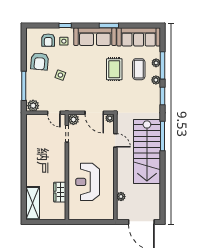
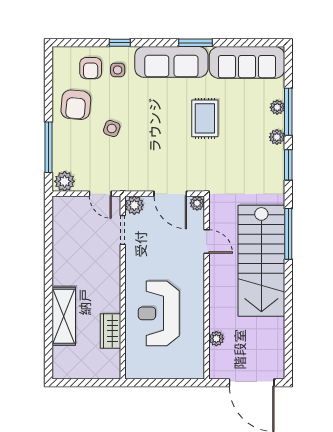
coffee table: (139, 69) -> (247, 118), removed
shelving: (33, 203) -> (64, 316), moved

